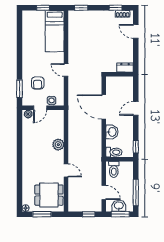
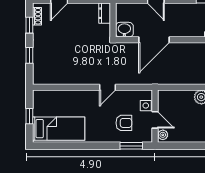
window: (81, 8) -> (29, 55), moved
bed: (55, 31) -> (59, 129), moved
washbasin: (112, 132) -> (124, 30), moved

